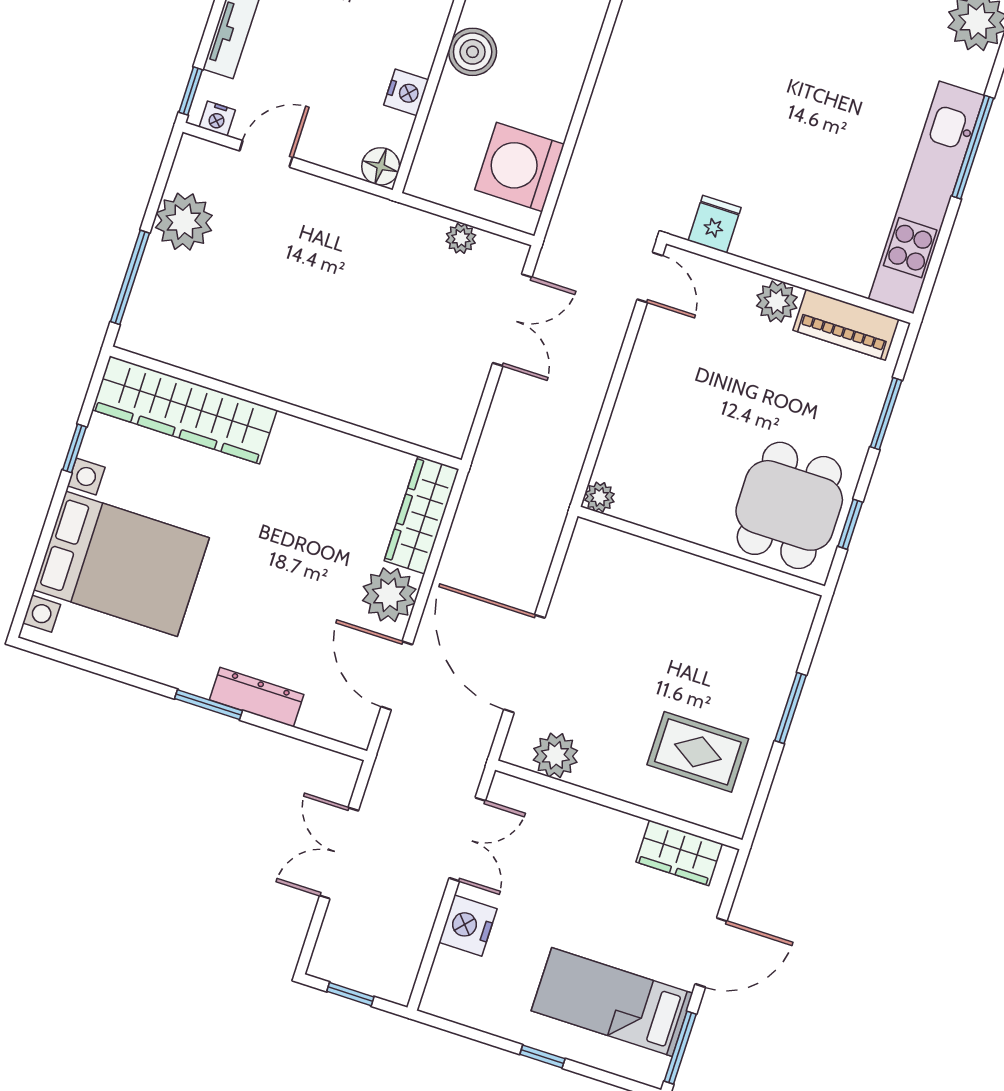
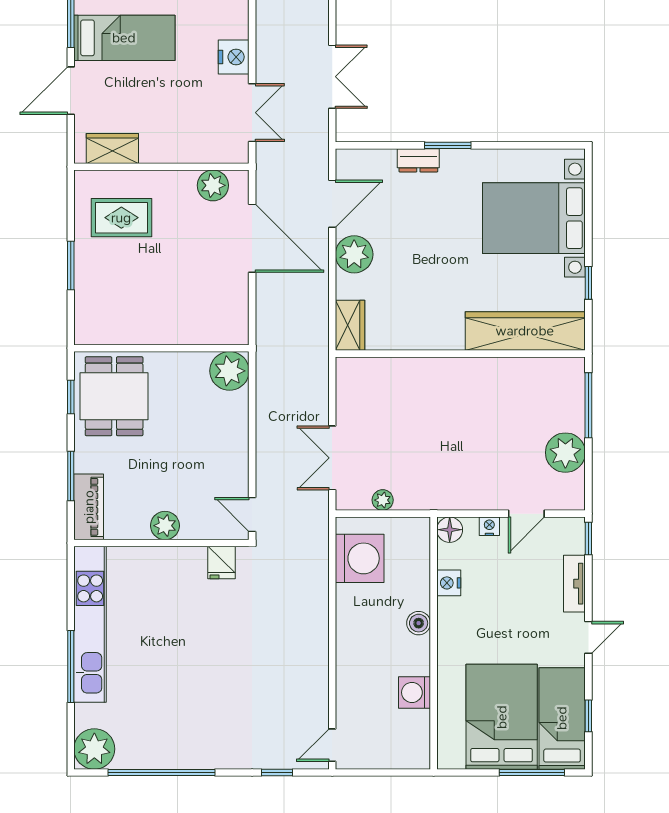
boiler: (473, 52) -> (419, 623), width x0.73, depth x0.73
nightstand: (217, 119) -> (489, 526), moved
piano: (846, 325) -> (89, 507), moved, turned 90
plant: (600, 497) -> (229, 371), width x1.88, depth x1.88
wardrobe: (421, 515) -> (350, 325), width x0.67
door: (397, 676) -> (332, 204), hinge flipped
dresser: (257, 697) -> (418, 160), width x0.70
double door: (467, 839) -> (252, 113), swing flipped

